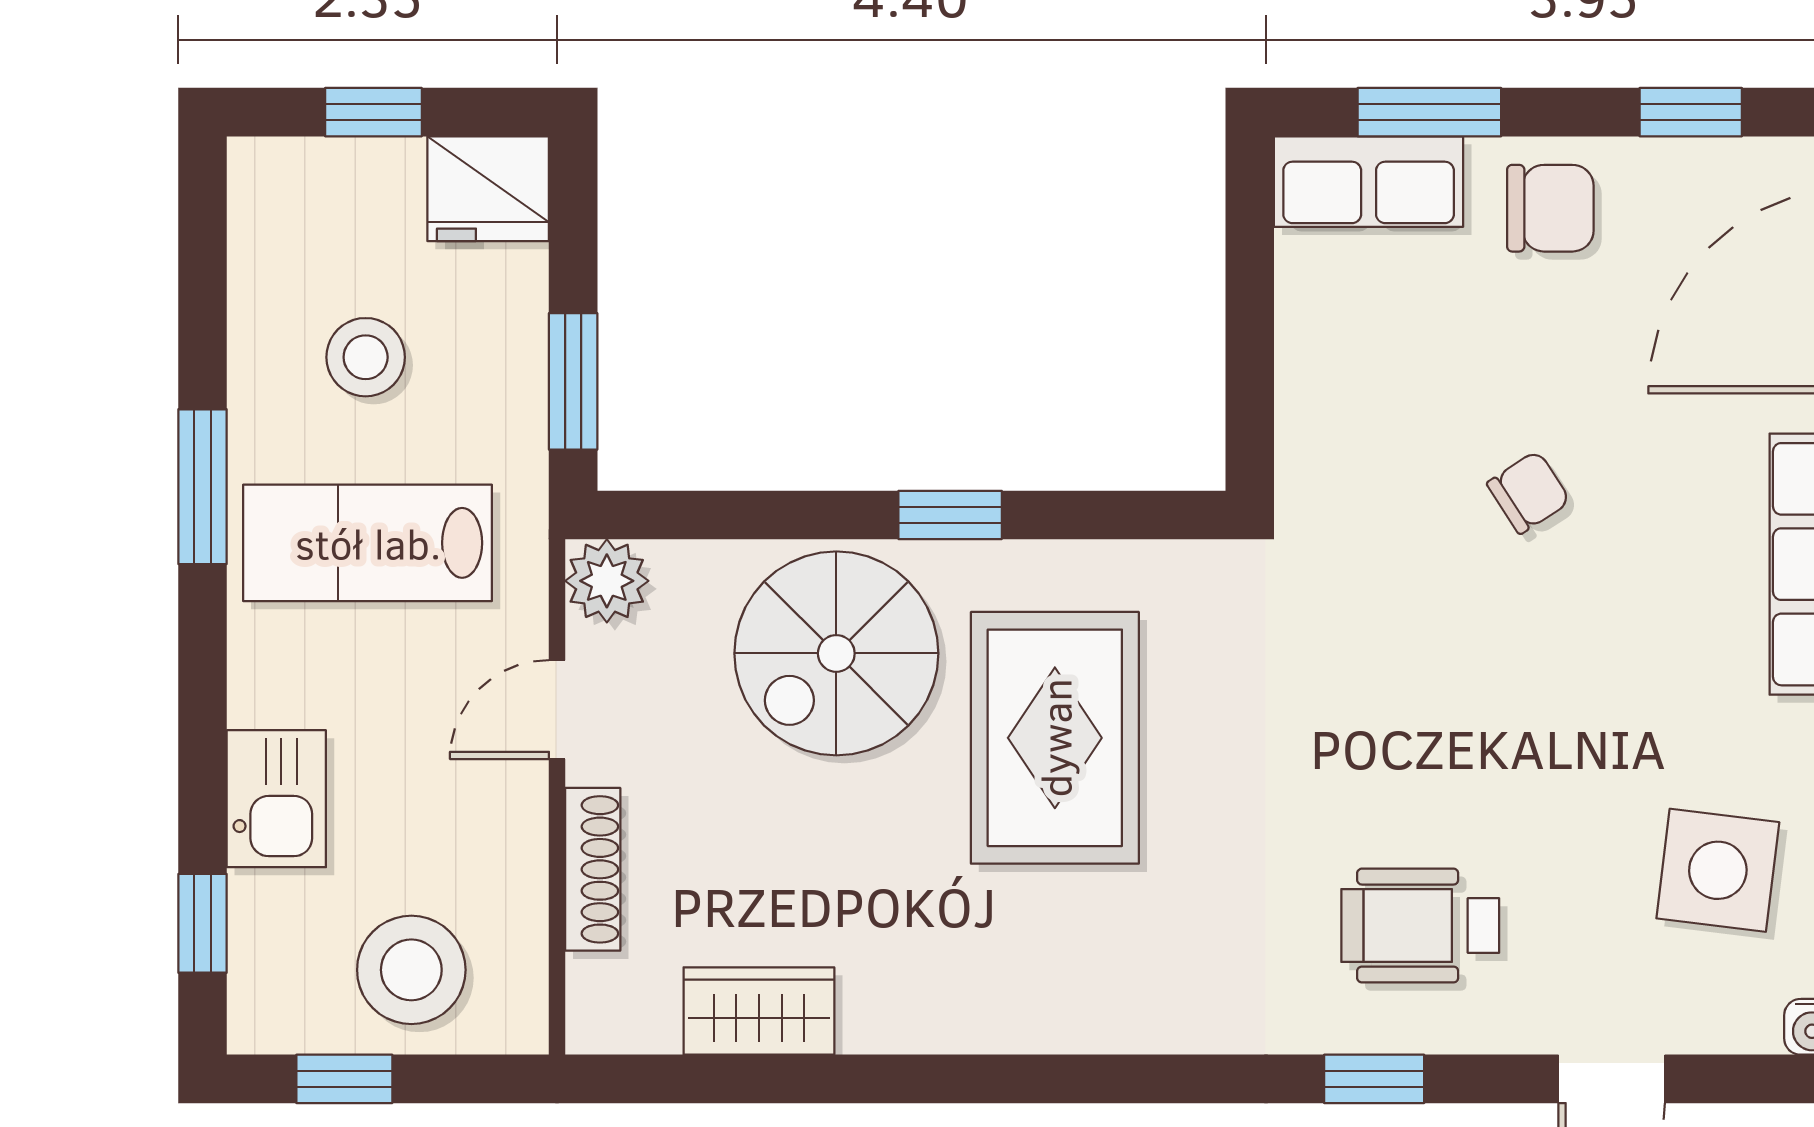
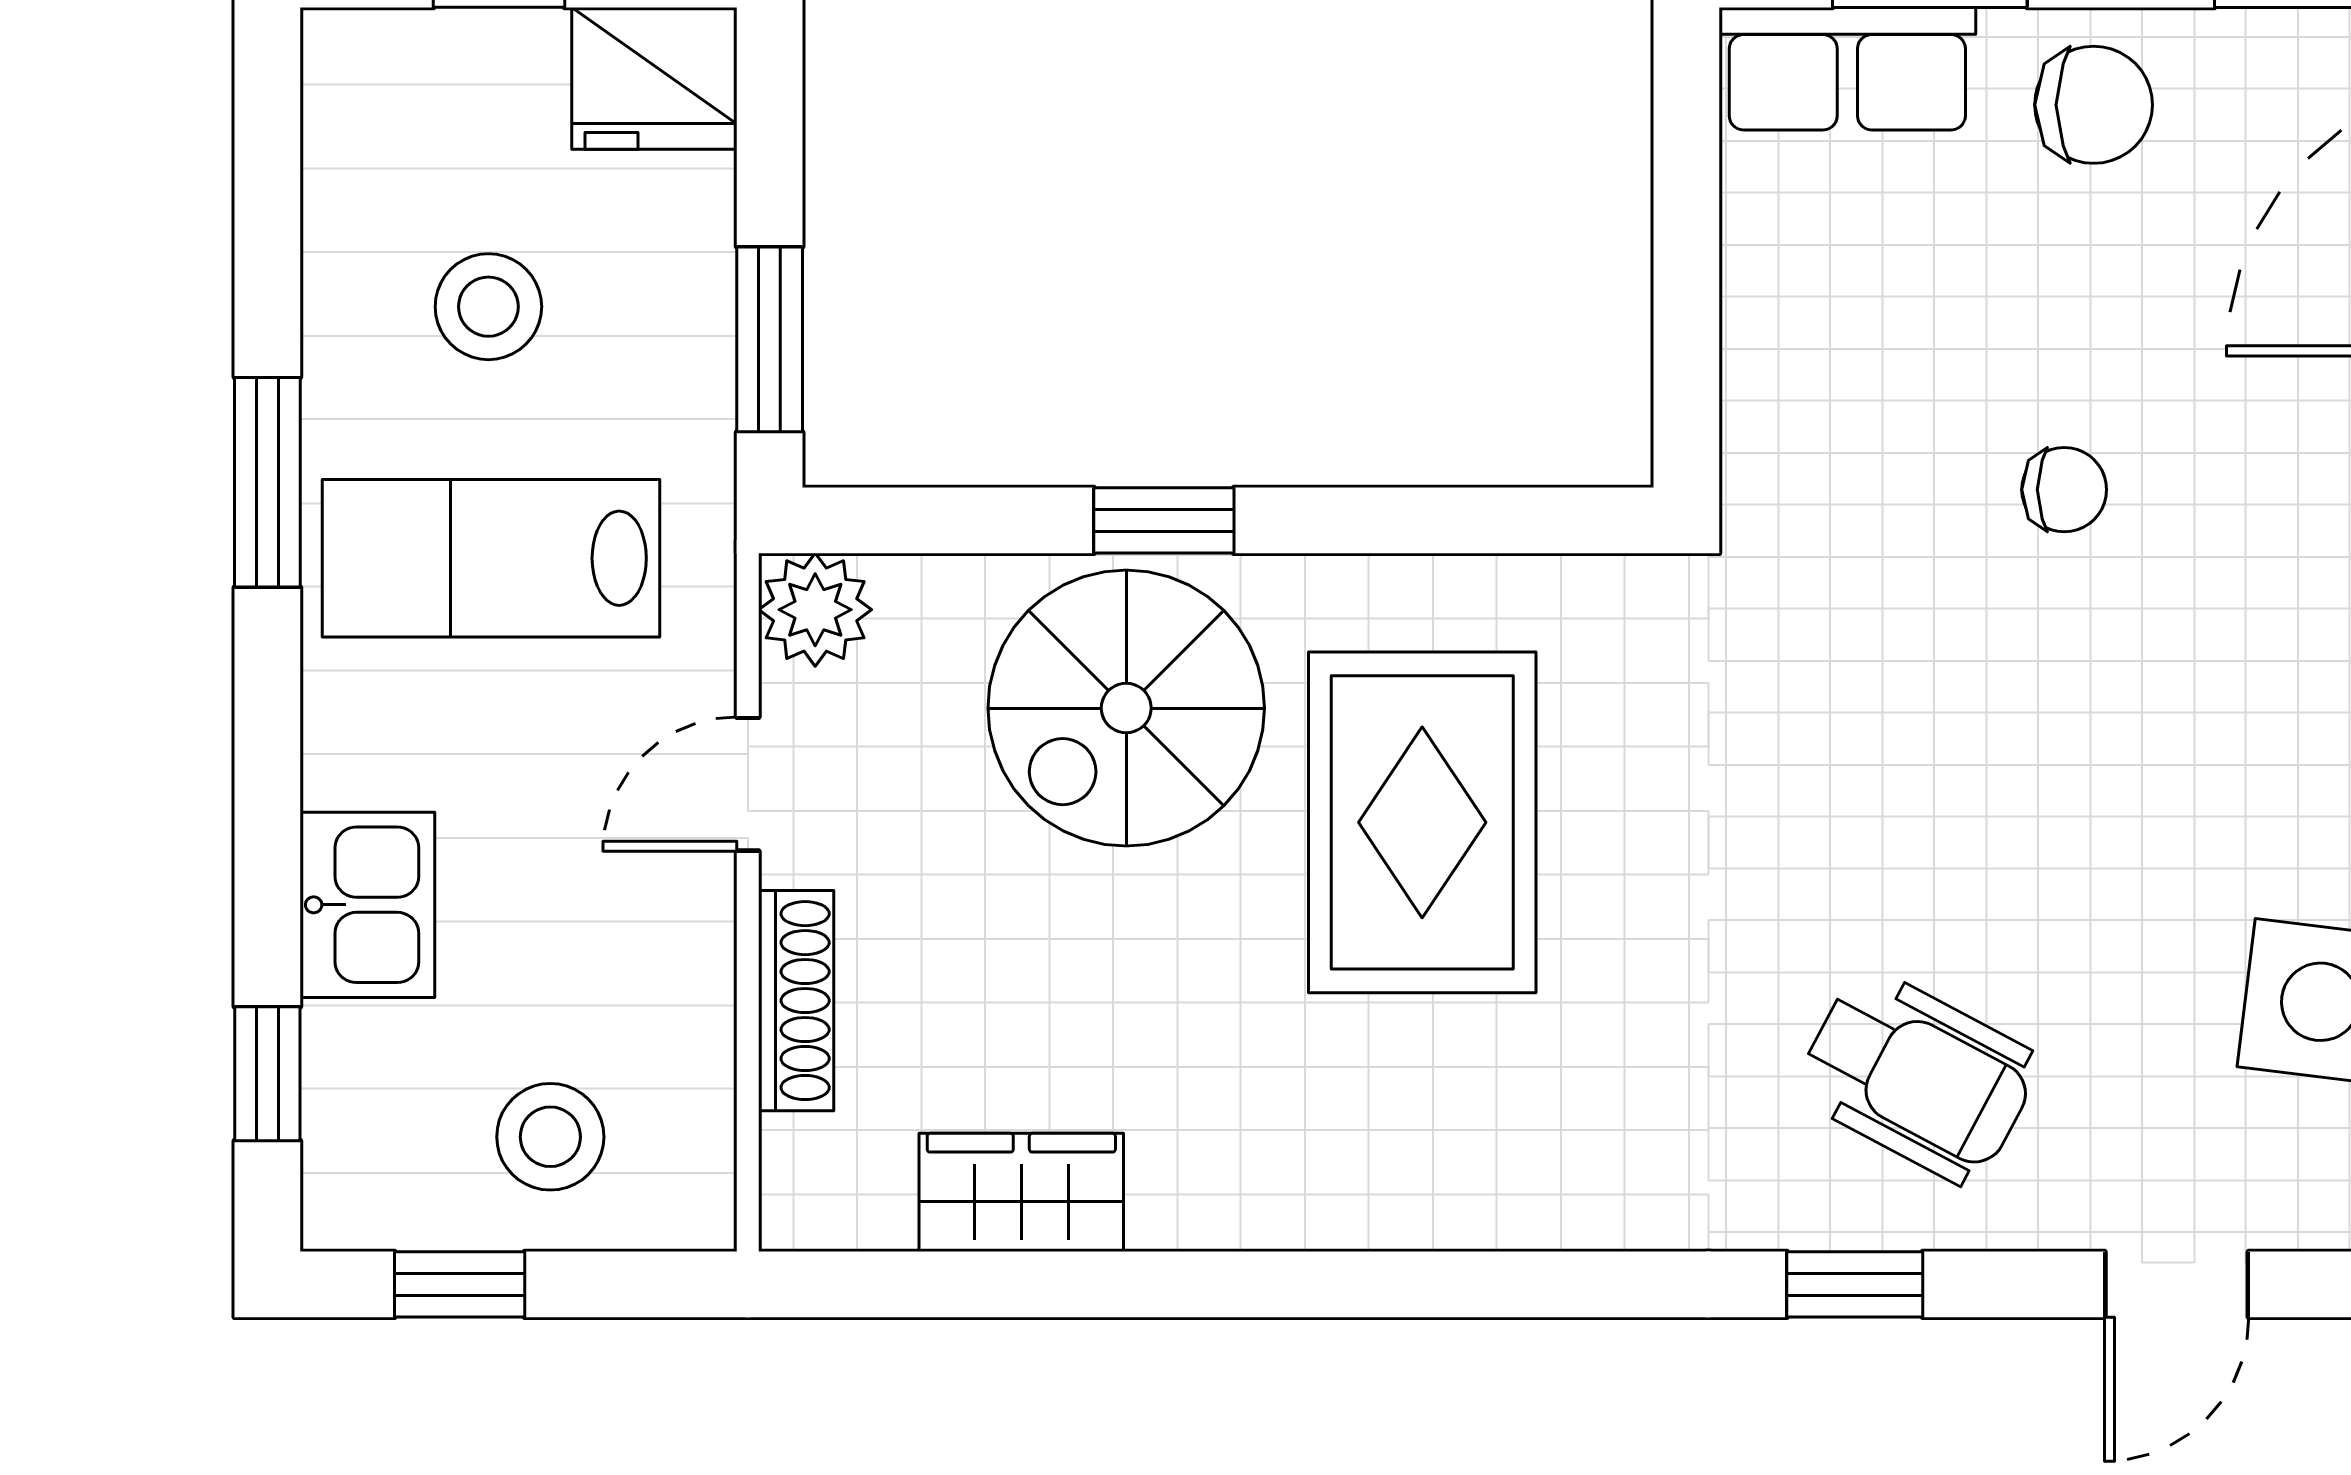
chair: (1529, 492) -> (2064, 490), turned 33
window: (950, 515) -> (1164, 520), moved
wheelchair: (1420, 926) -> (1917, 1077), turned -152
stool: (411, 970) -> (550, 1137), width x0.73, depth x0.73

